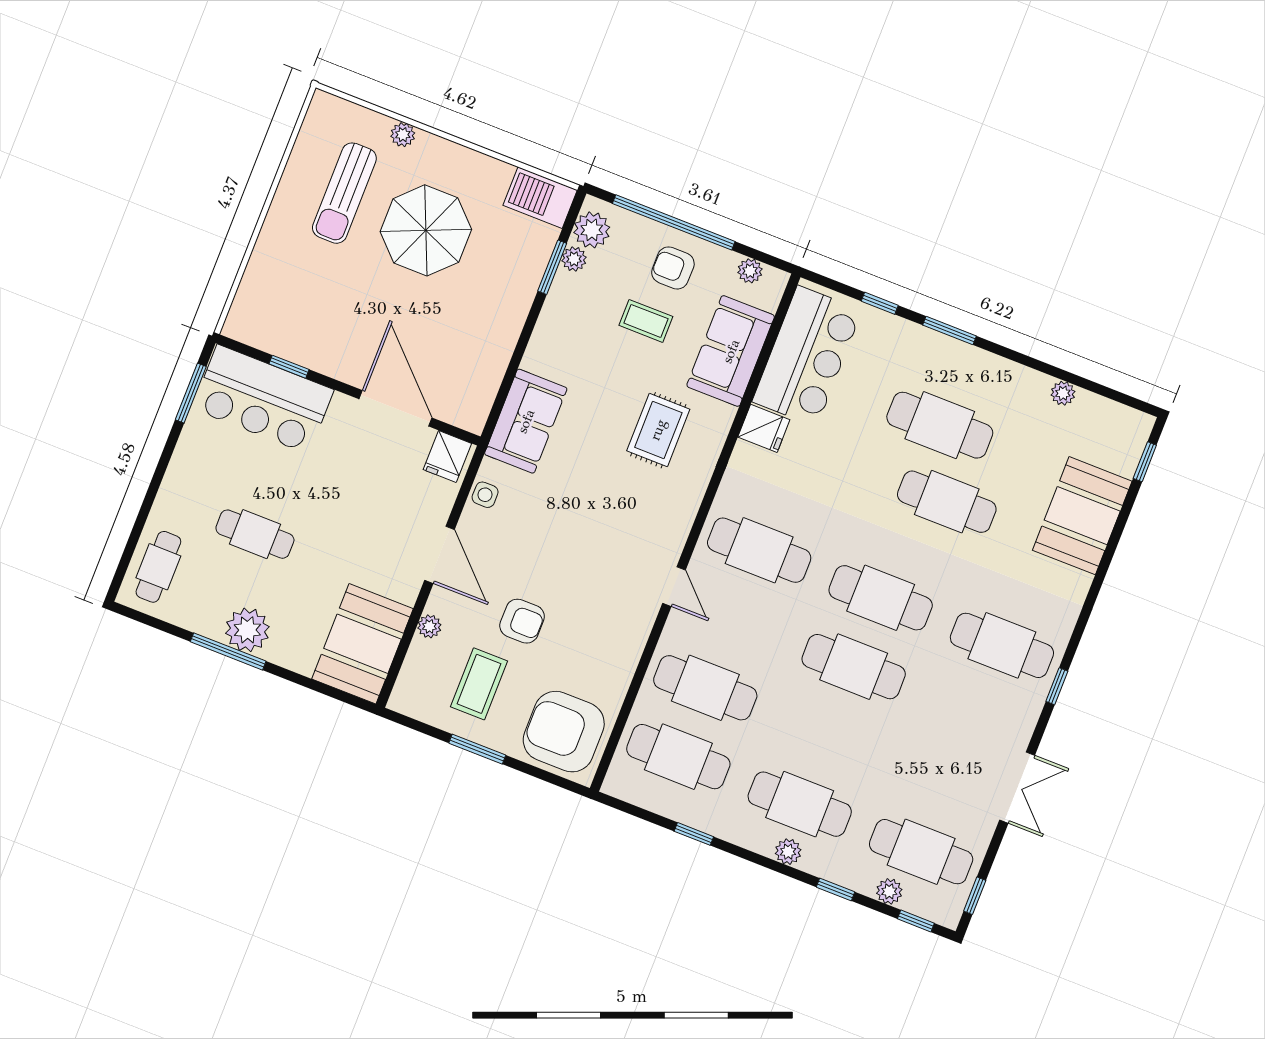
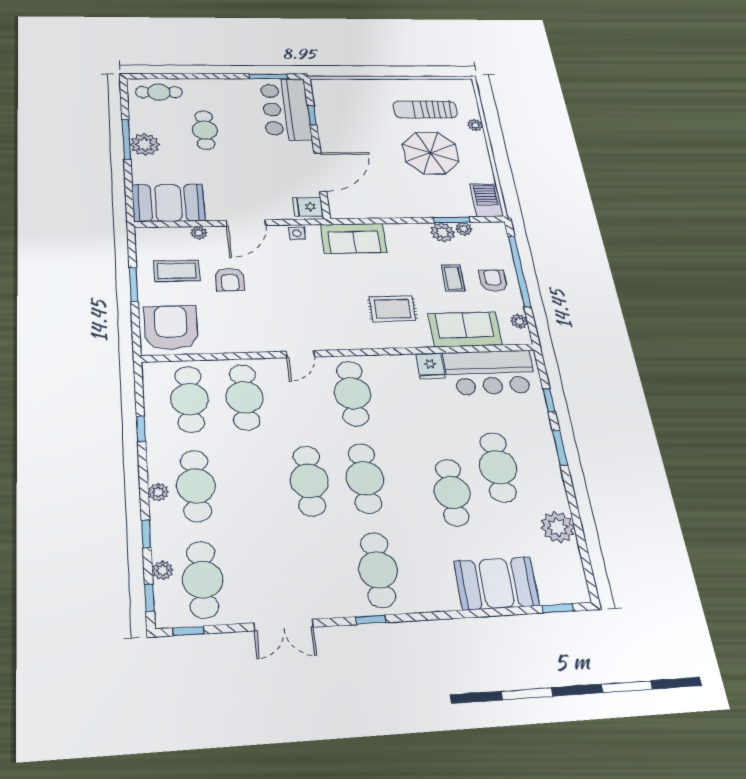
plant: (592, 230) -> (443, 232), moved
plant: (1063, 393) -> (558, 527), width x1.87, depth x1.87

